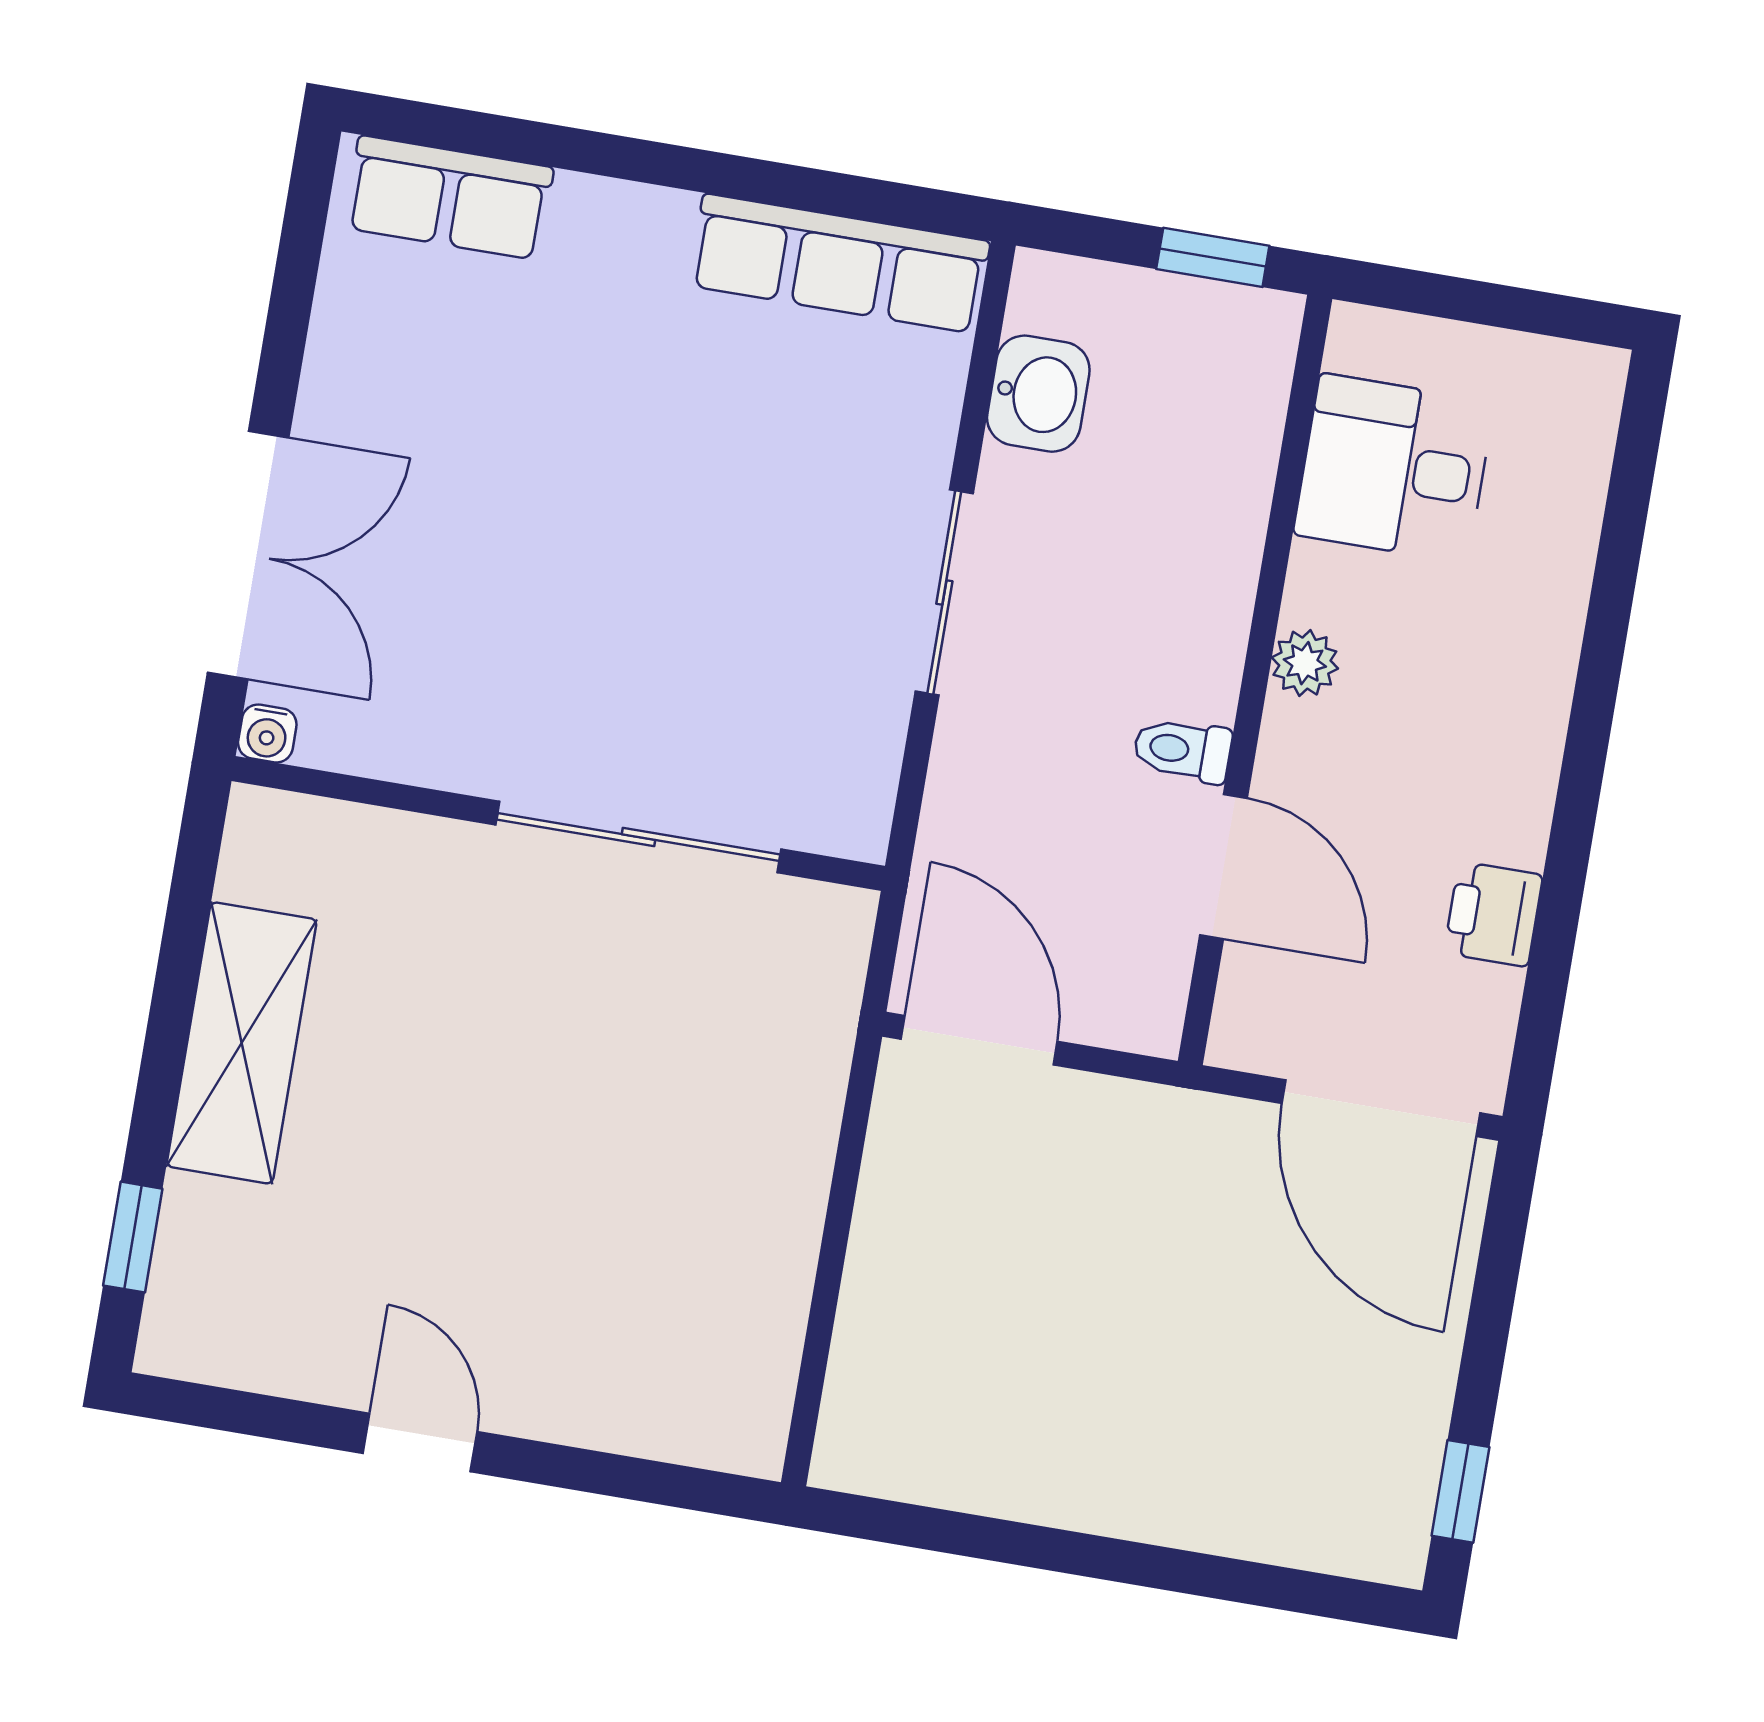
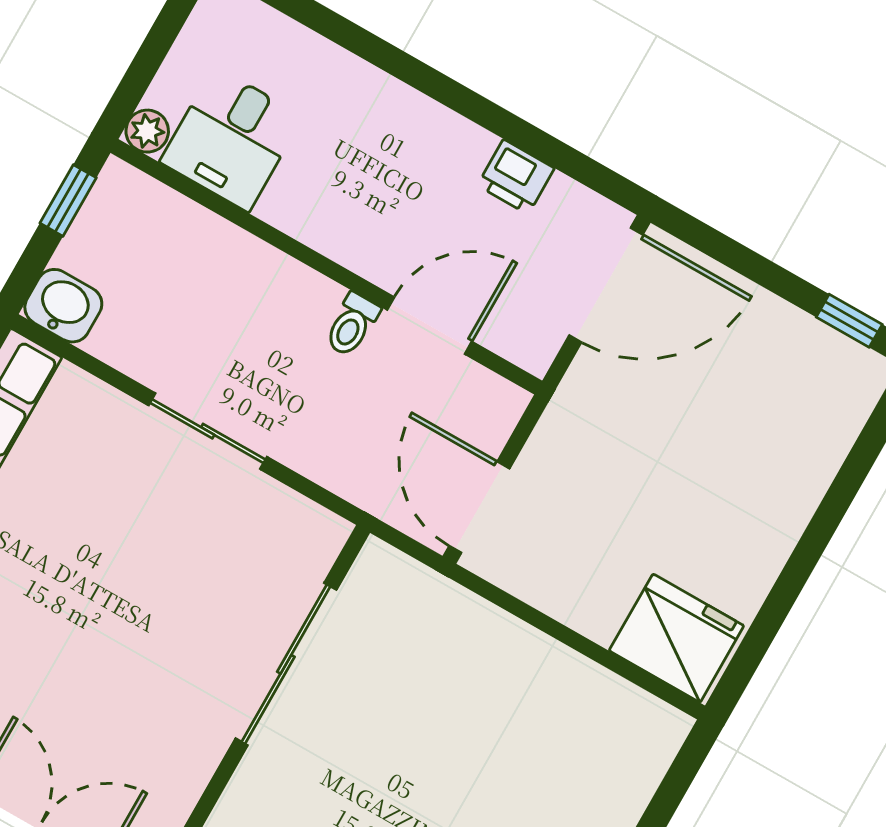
washbasin: (1038, 394) -> (63, 306), moved
plant: (1305, 663) -> (147, 131), moved
door: (979, 1040) -> (479, 507), hinge flipped
fridge: (891, 1407) -> (676, 638), added

